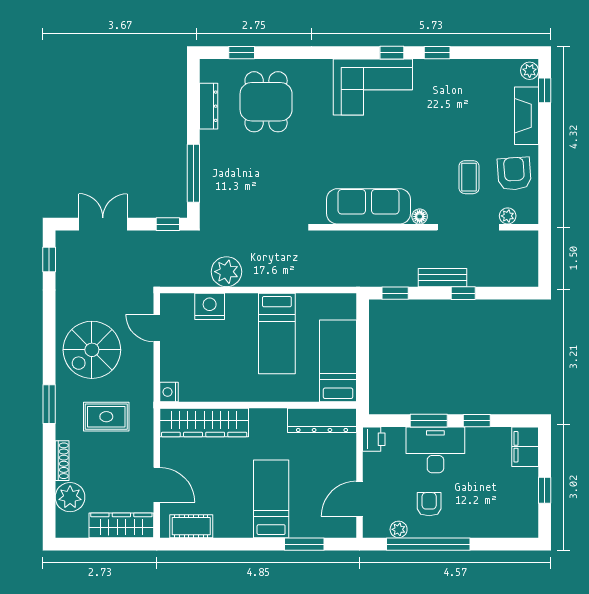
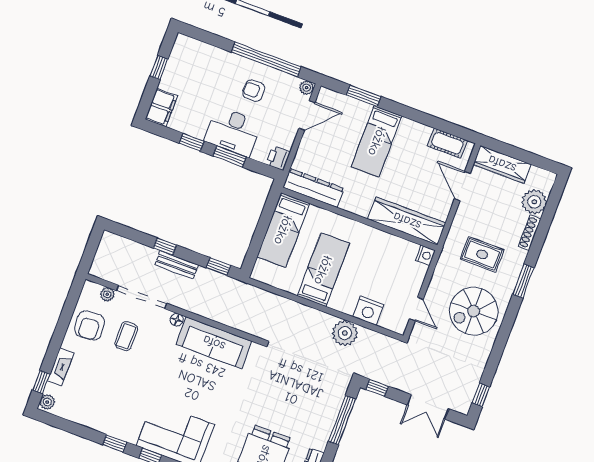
fireplace: (526, 116) -> (61, 367), width x0.73, depth x0.76
spiral stairs: (92, 350) -> (474, 311), turned 180
armchair: (429, 504) -> (254, 91), turned 90
plant: (399, 529) -> (306, 88), moved

